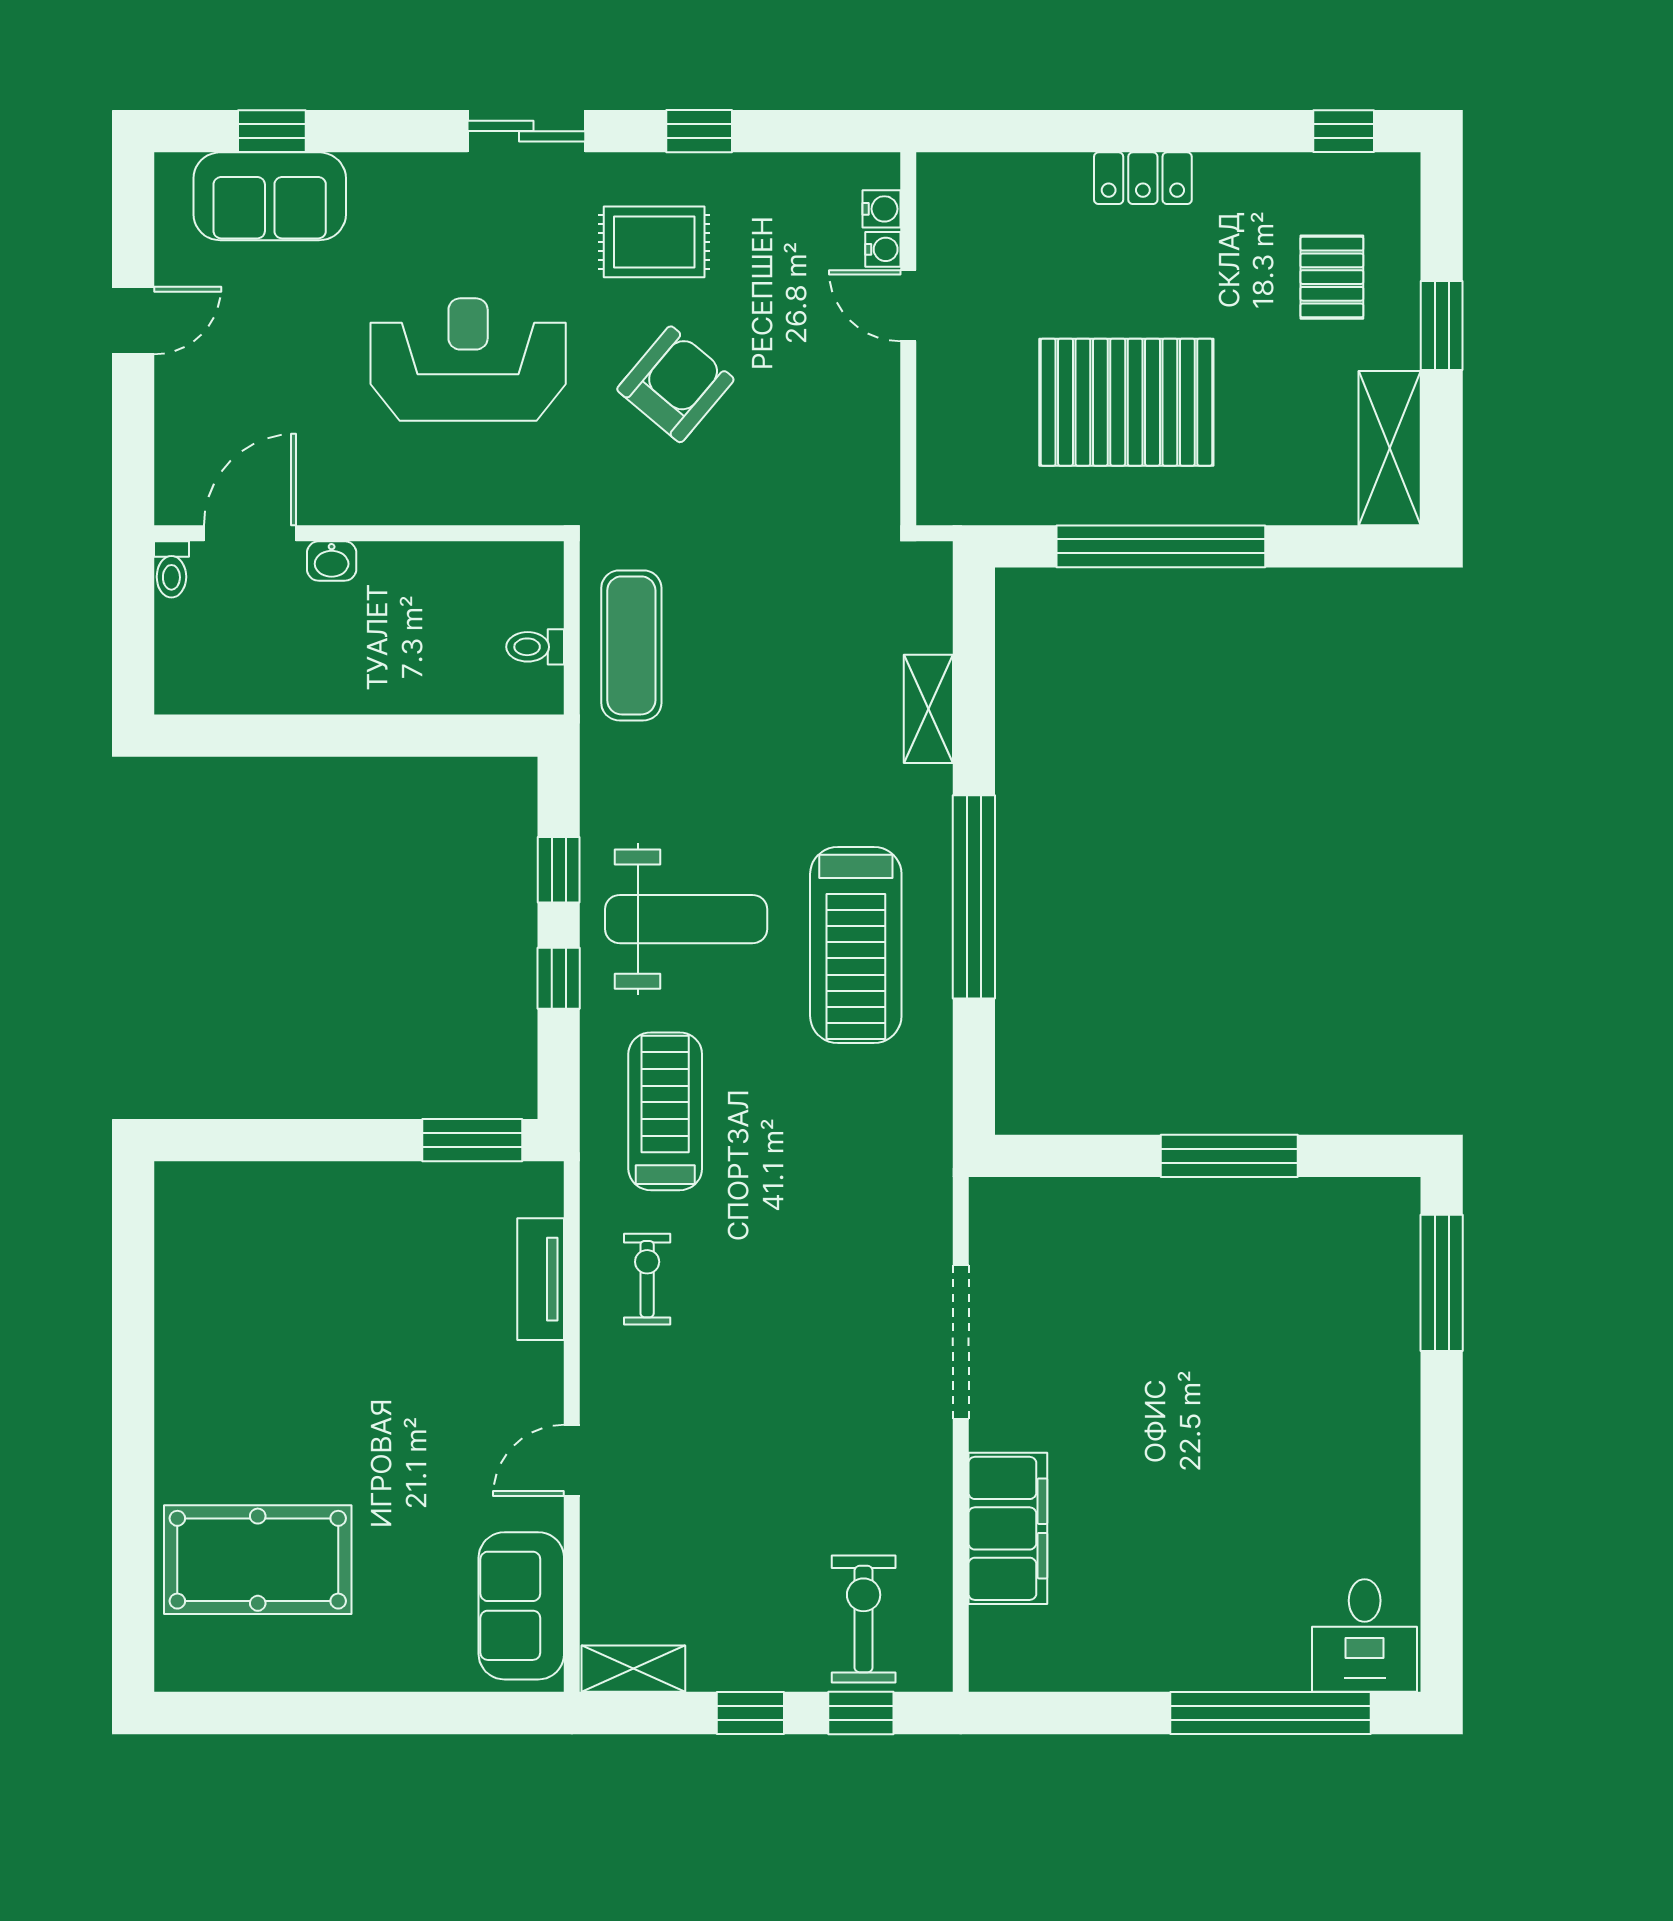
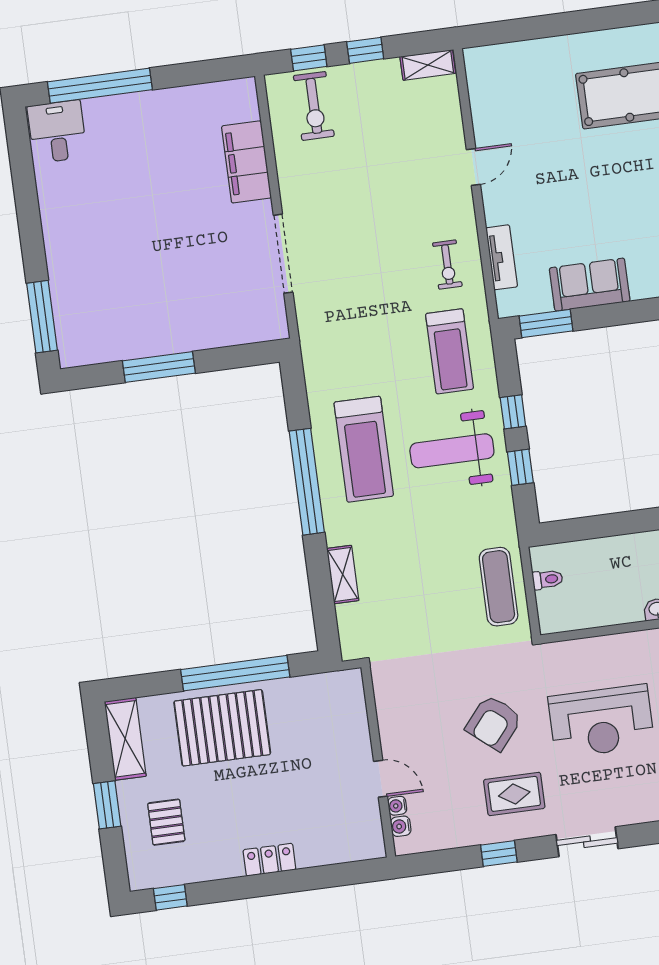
pallet: (1126, 402) -> (222, 728), moved
treadmill: (856, 945) -> (364, 449), turned 180
sofa: (521, 1606) -> (590, 285), moved, turned -90

